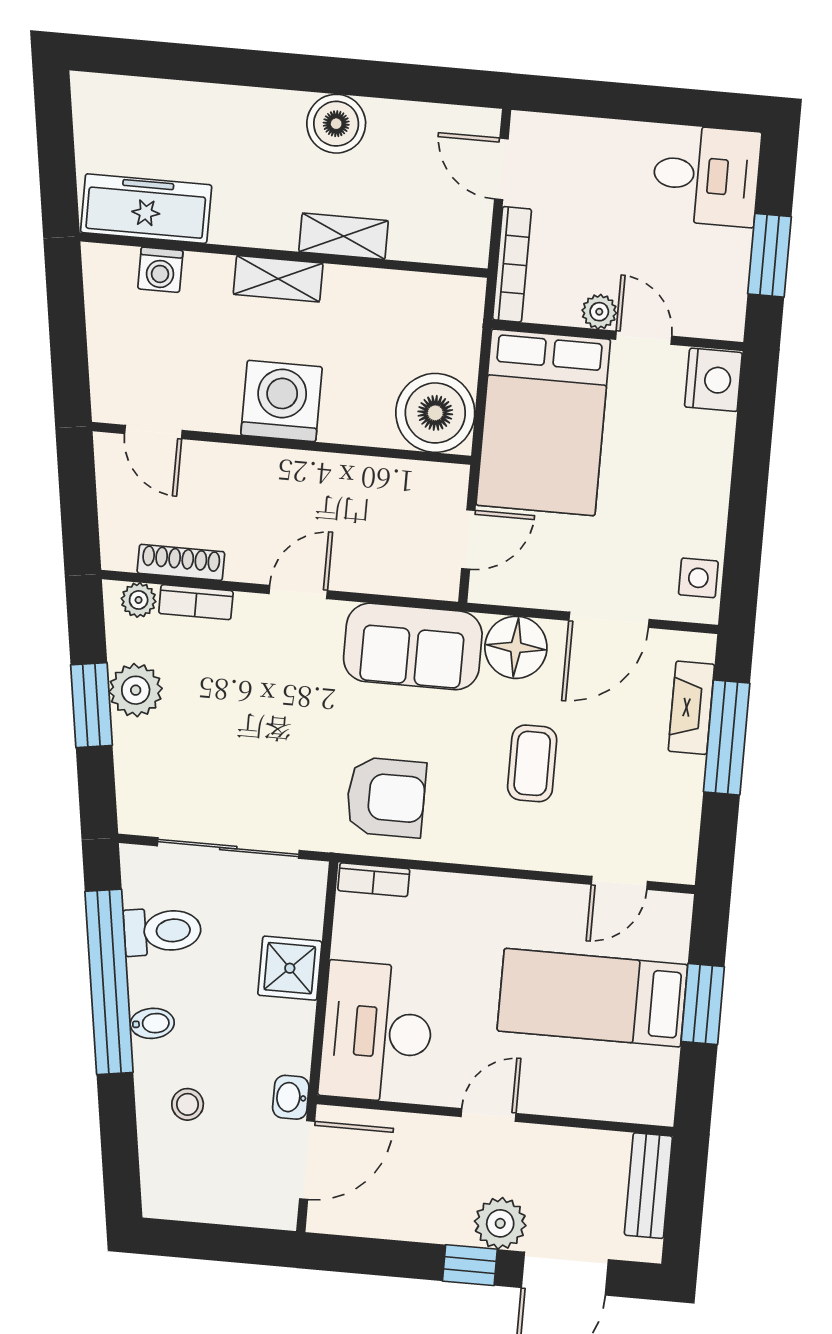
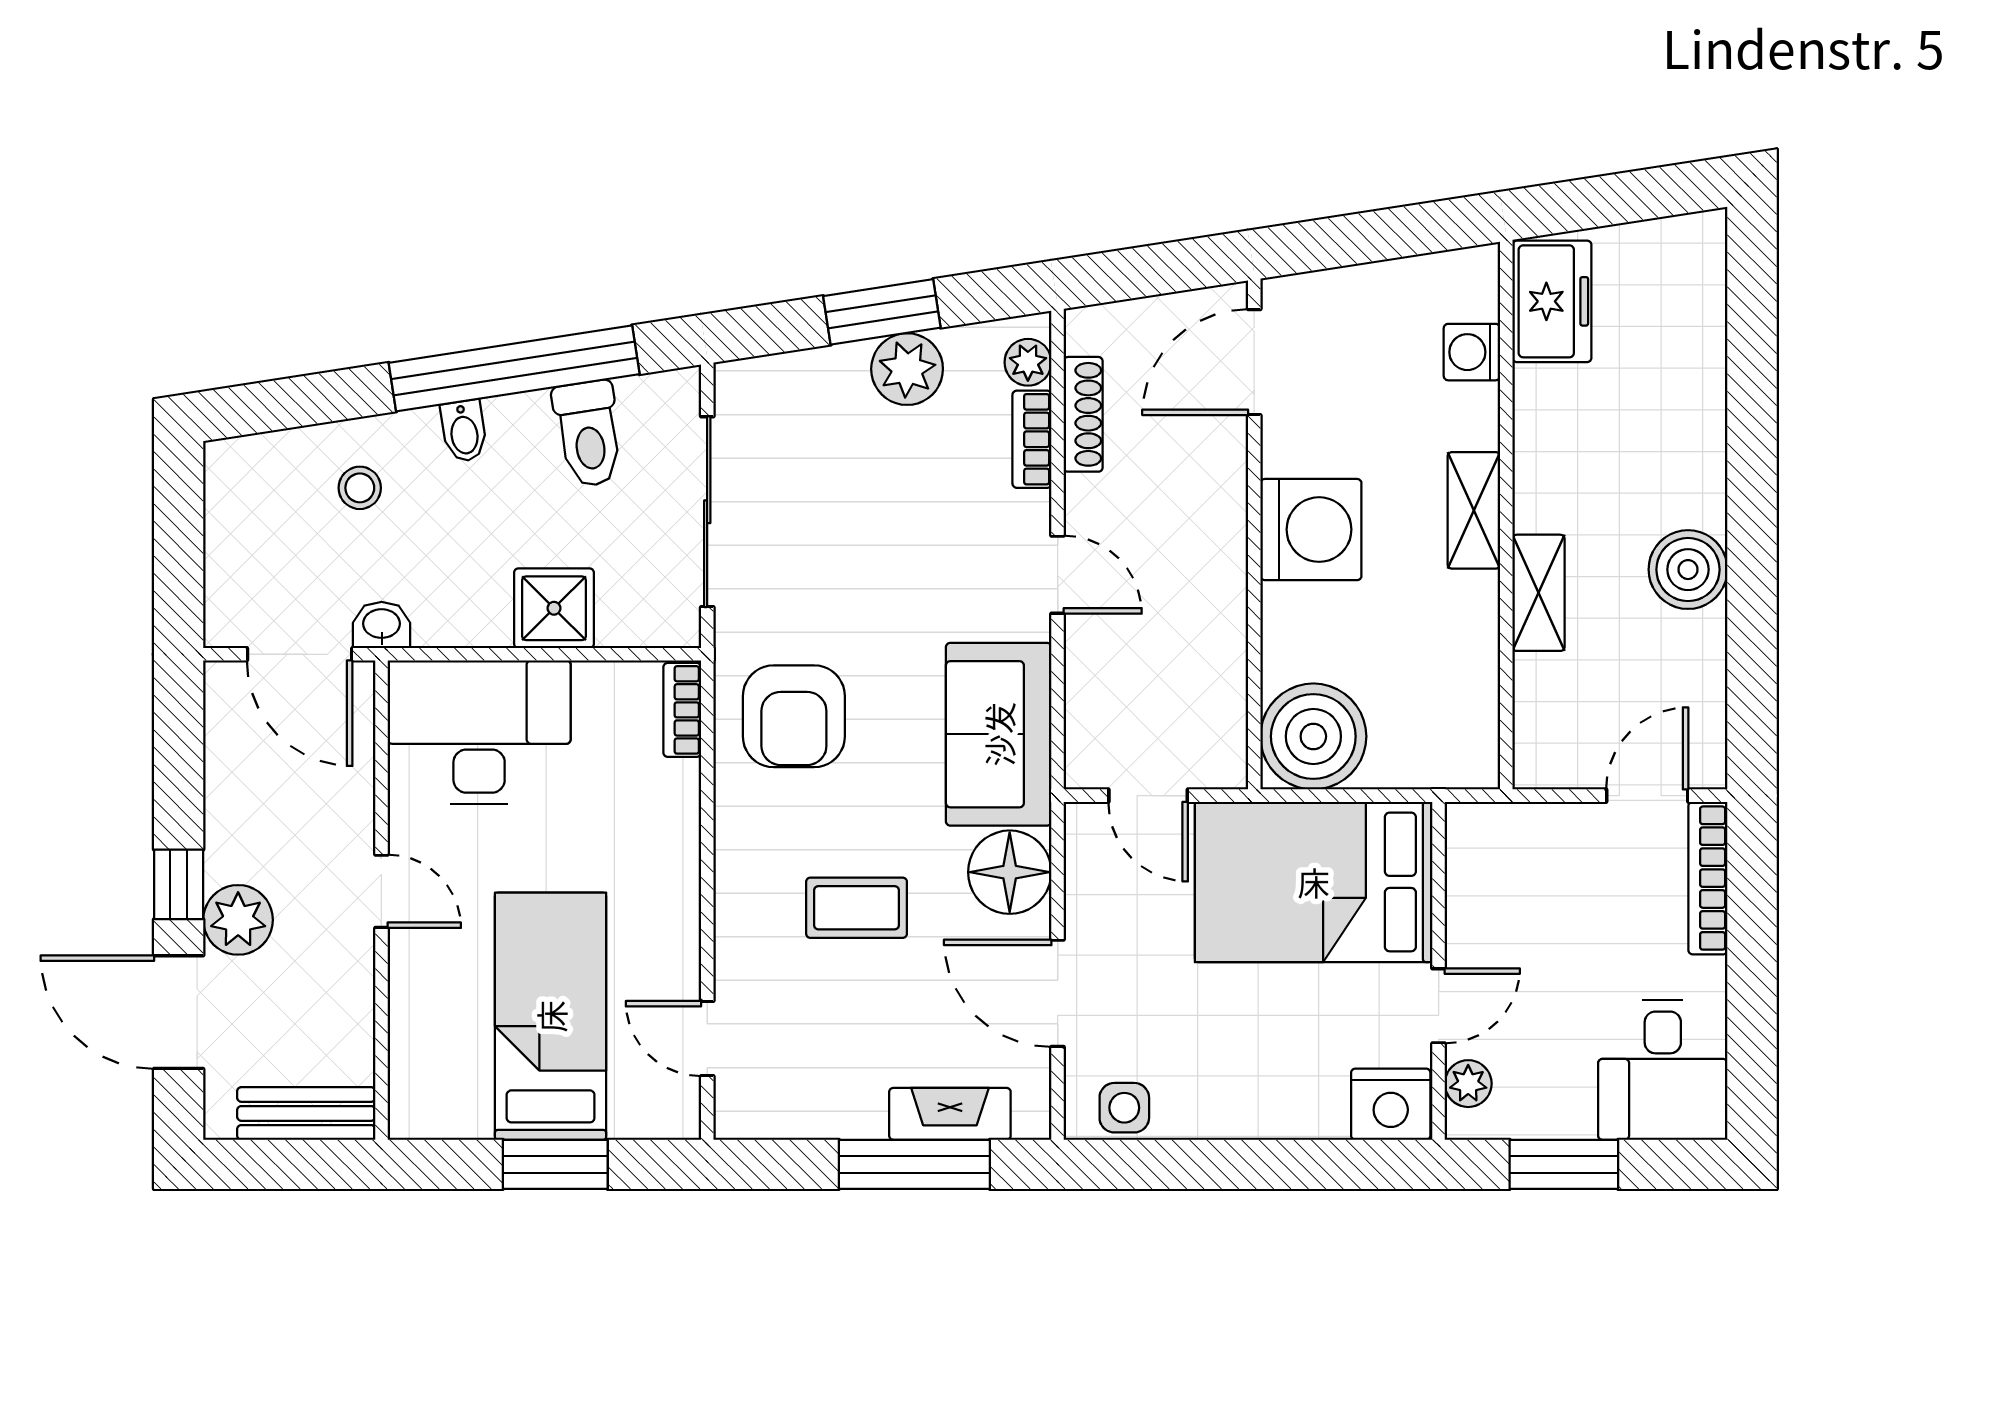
freezer: (146, 209) -> (1552, 301), width x0.71
bookcase: (512, 264) -> (1708, 878), moved, turned 90
plant: (599, 312) -> (1468, 1084), moved
door: (153, 432) -> (1254, 362), width x1.38

